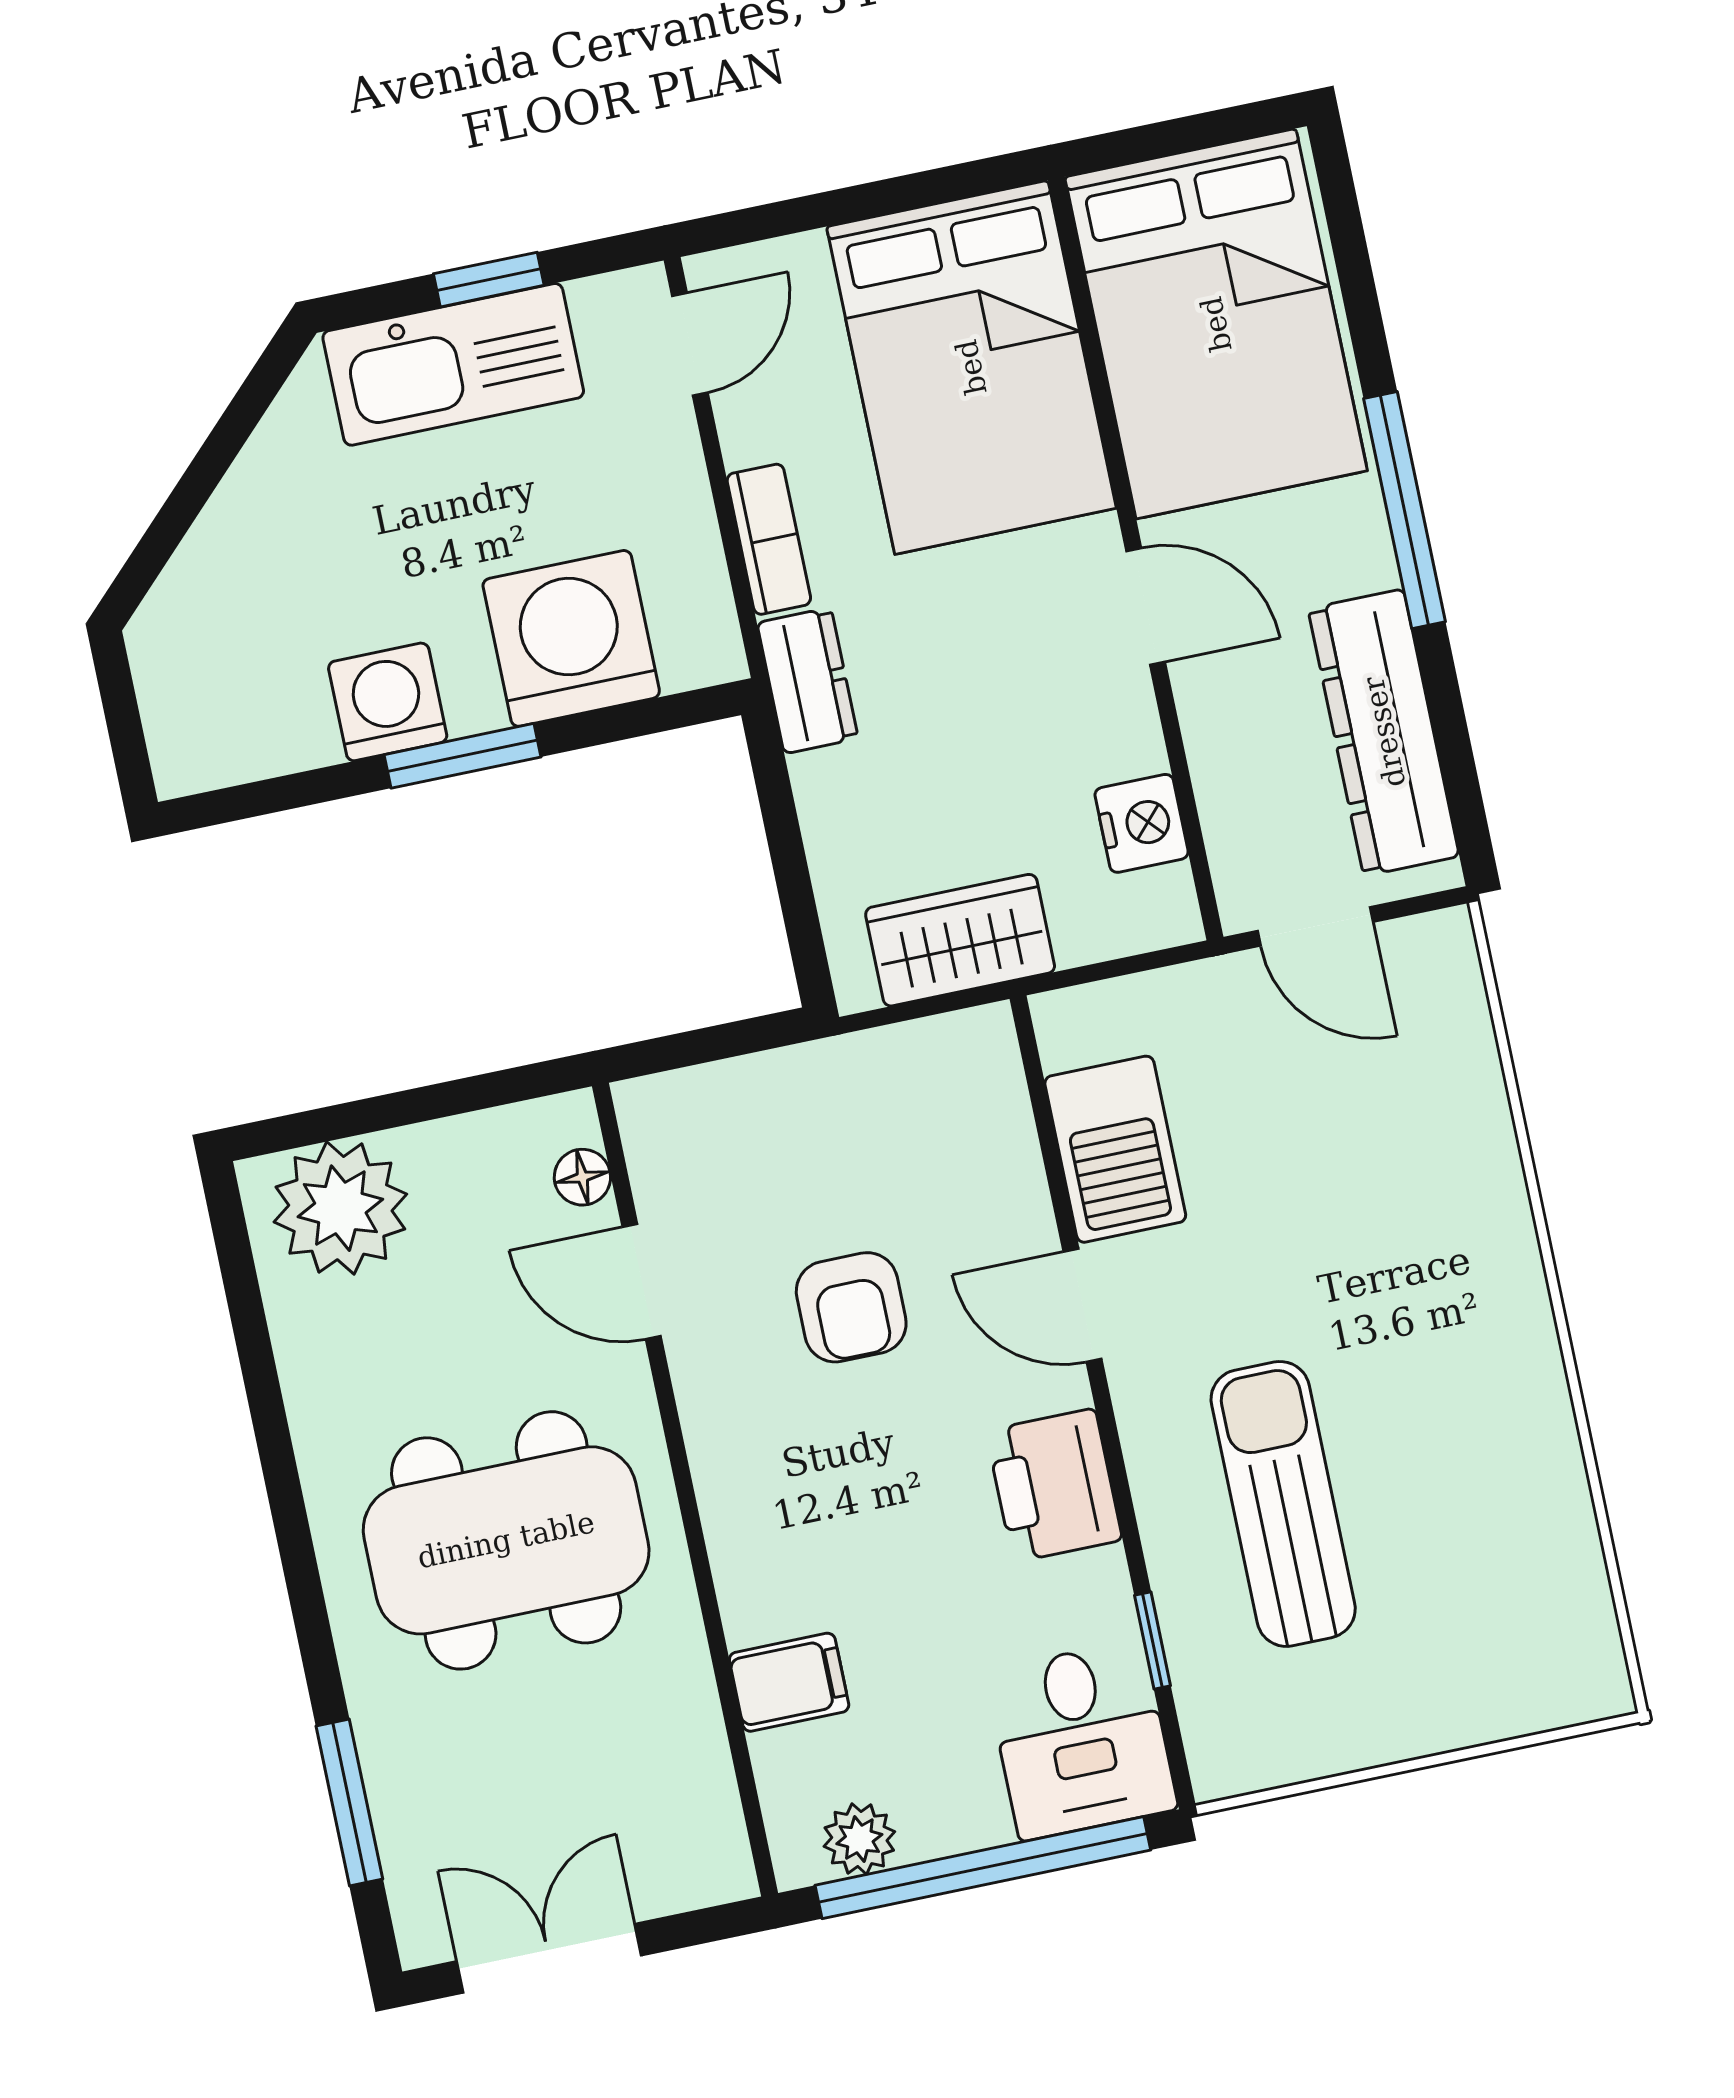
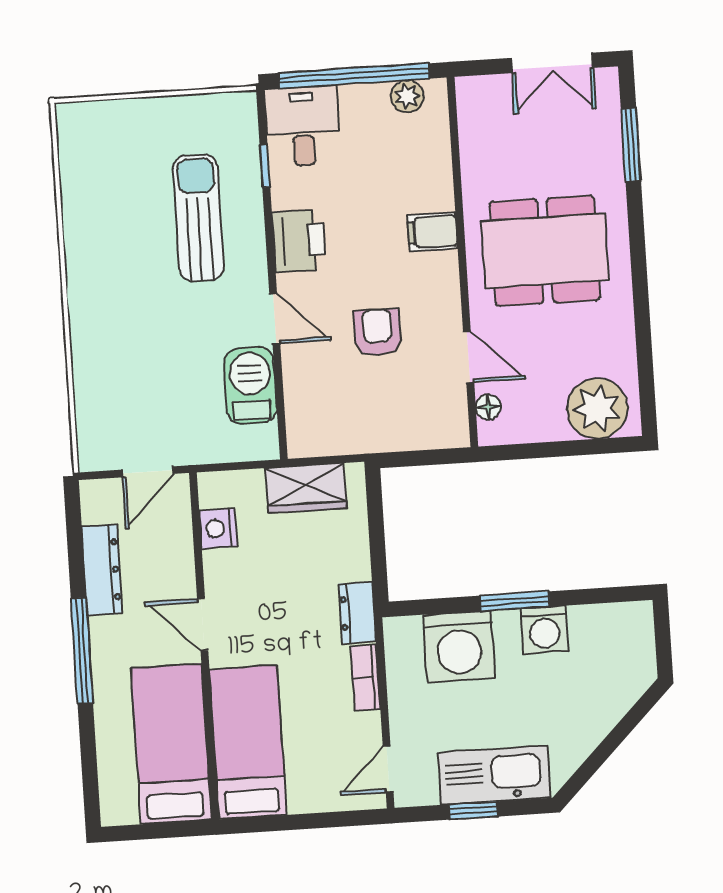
bed: (1216, 324) -> (171, 744), width x0.67
bed: (971, 367) -> (248, 742), width x0.67
dresser: (1384, 732) -> (102, 570), width x0.73, depth x0.80
door: (1315, 926) -> (148, 472), swing flipped
sun lounger: (1283, 1504) -> (198, 218), turned 180
filing cabinet: (789, 1682) -> (432, 232), moved

